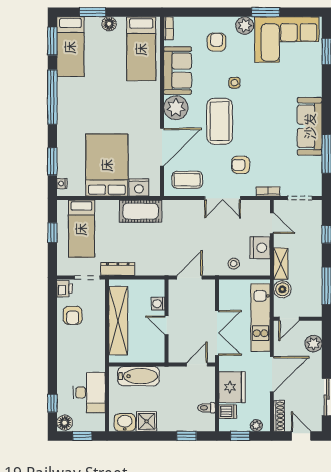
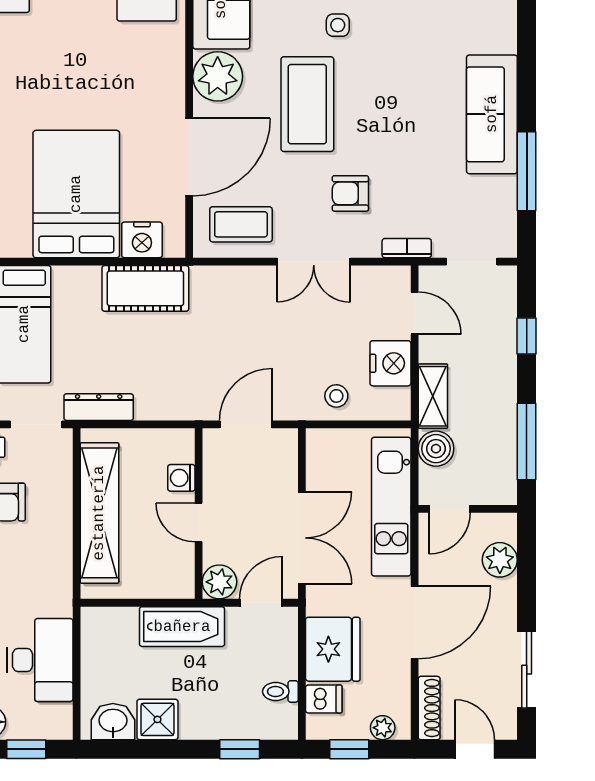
plant: (177, 354) -> (219, 582), added
bathtub: (138, 376) -> (182, 627), moved

